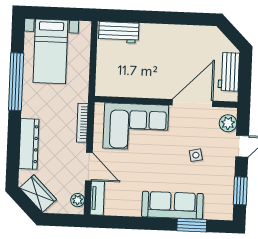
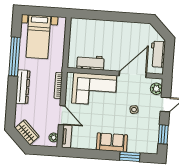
workbench: (119, 32) -> (90, 62), moved, turned 180
dresser: (29, 144) -> (23, 87), moved
sofa: (172, 205) -> (112, 142), width x0.73

